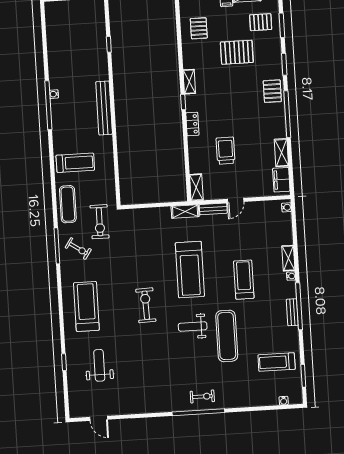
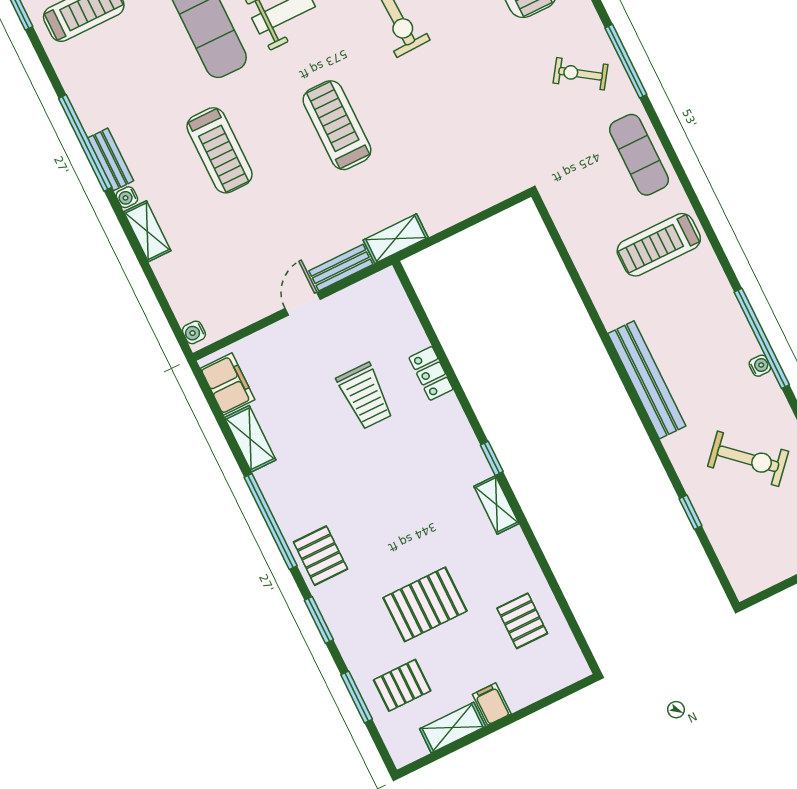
locker: (192, 124) -> (431, 373), moved
shelving: (196, 187) -> (393, 297), removed
exercise bike: (100, 222) -> (748, 459), moved, turned 132
treadmill: (190, 270) -> (337, 125), width x0.73, depth x0.73
bench: (292, 312) -> (111, 159), moved

